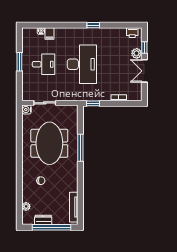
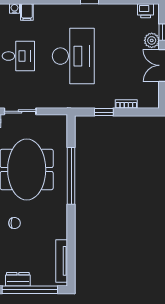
window: (93, 103) -> (104, 112), moved
window: (80, 148) -> (71, 176), width x1.46

